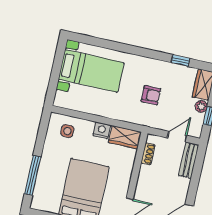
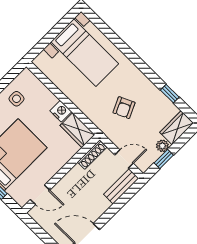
armchair: (151, 95) -> (124, 108), turned 65
side table: (67, 131) -> (17, 99), moved
shoe rack: (148, 154) -> (92, 155), width x1.43

